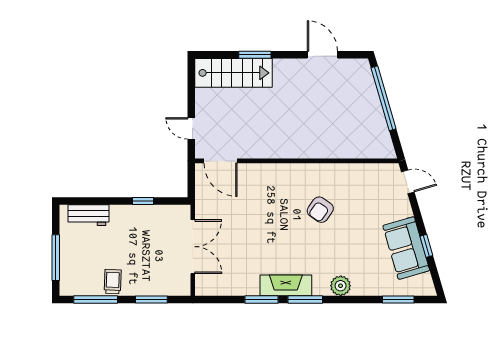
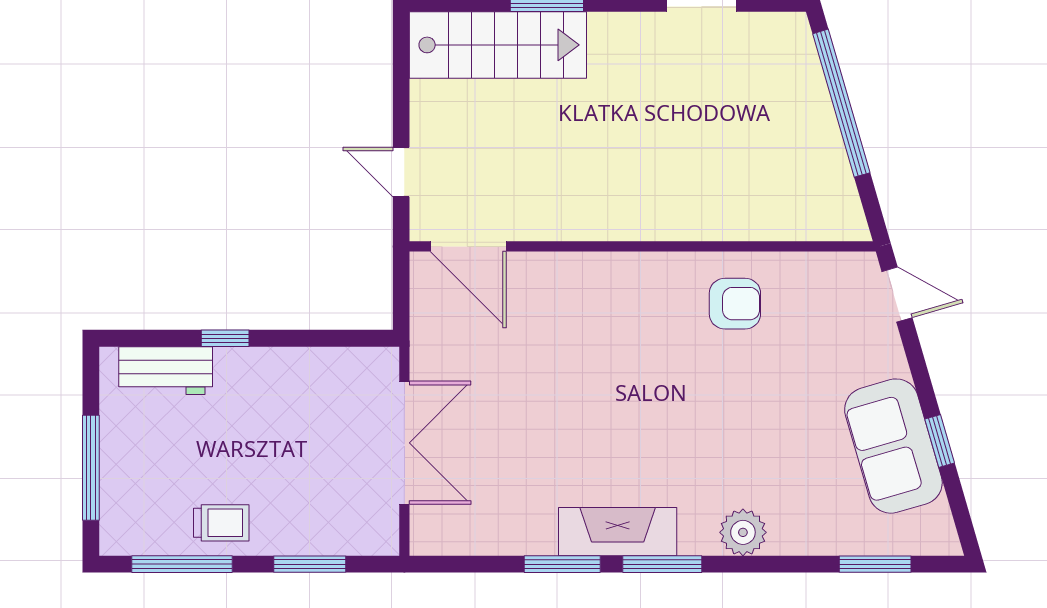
window: (143, 201) -> (225, 338), moved
armchair: (320, 210) -> (735, 304), moved, turned -125
trolley: (113, 282) -> (221, 523), turned 88

